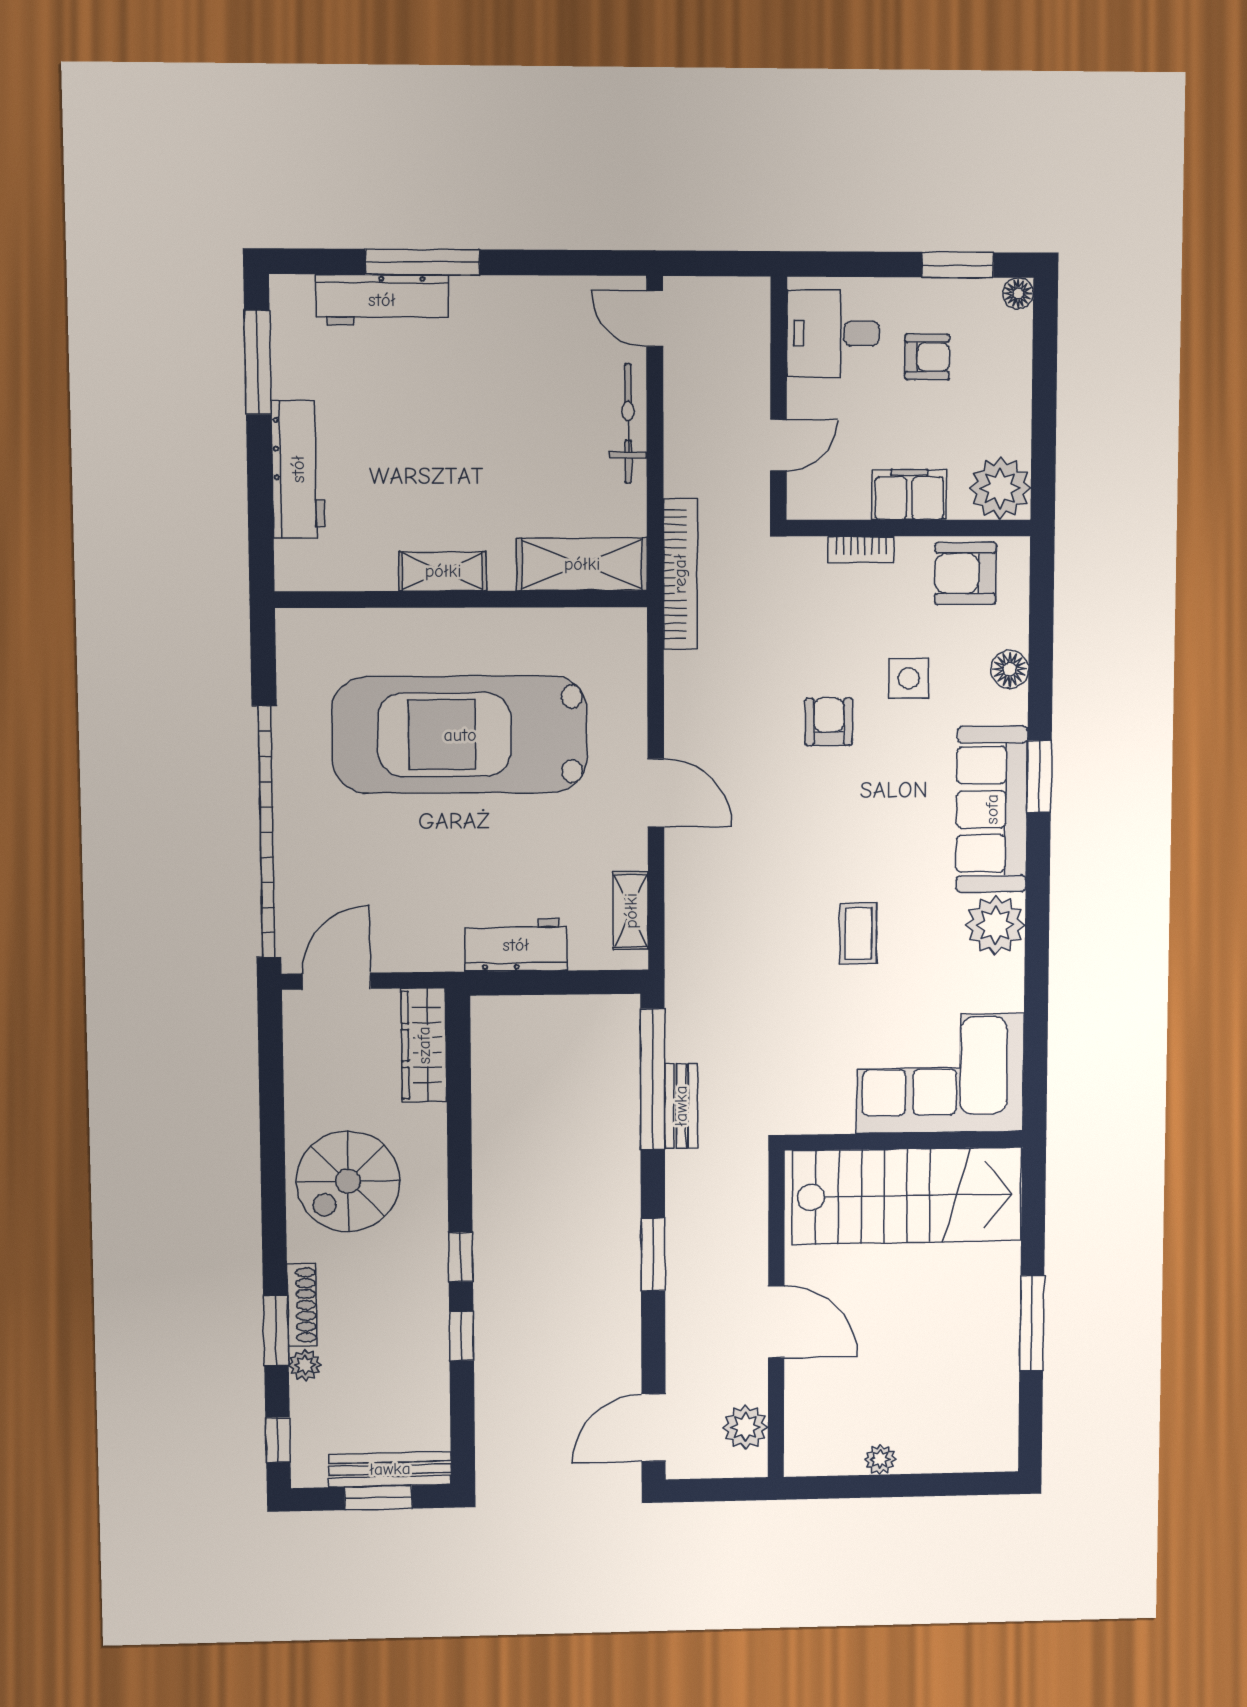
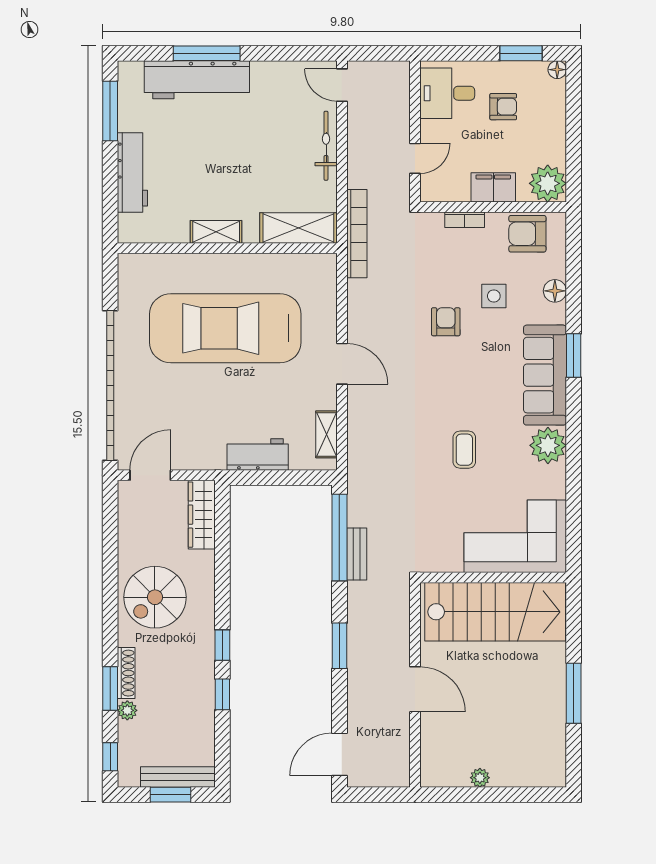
workbench: (382, 300) -> (197, 80), width x1.36, depth x1.32
plant: (745, 1427) -> (396, 755), removed

